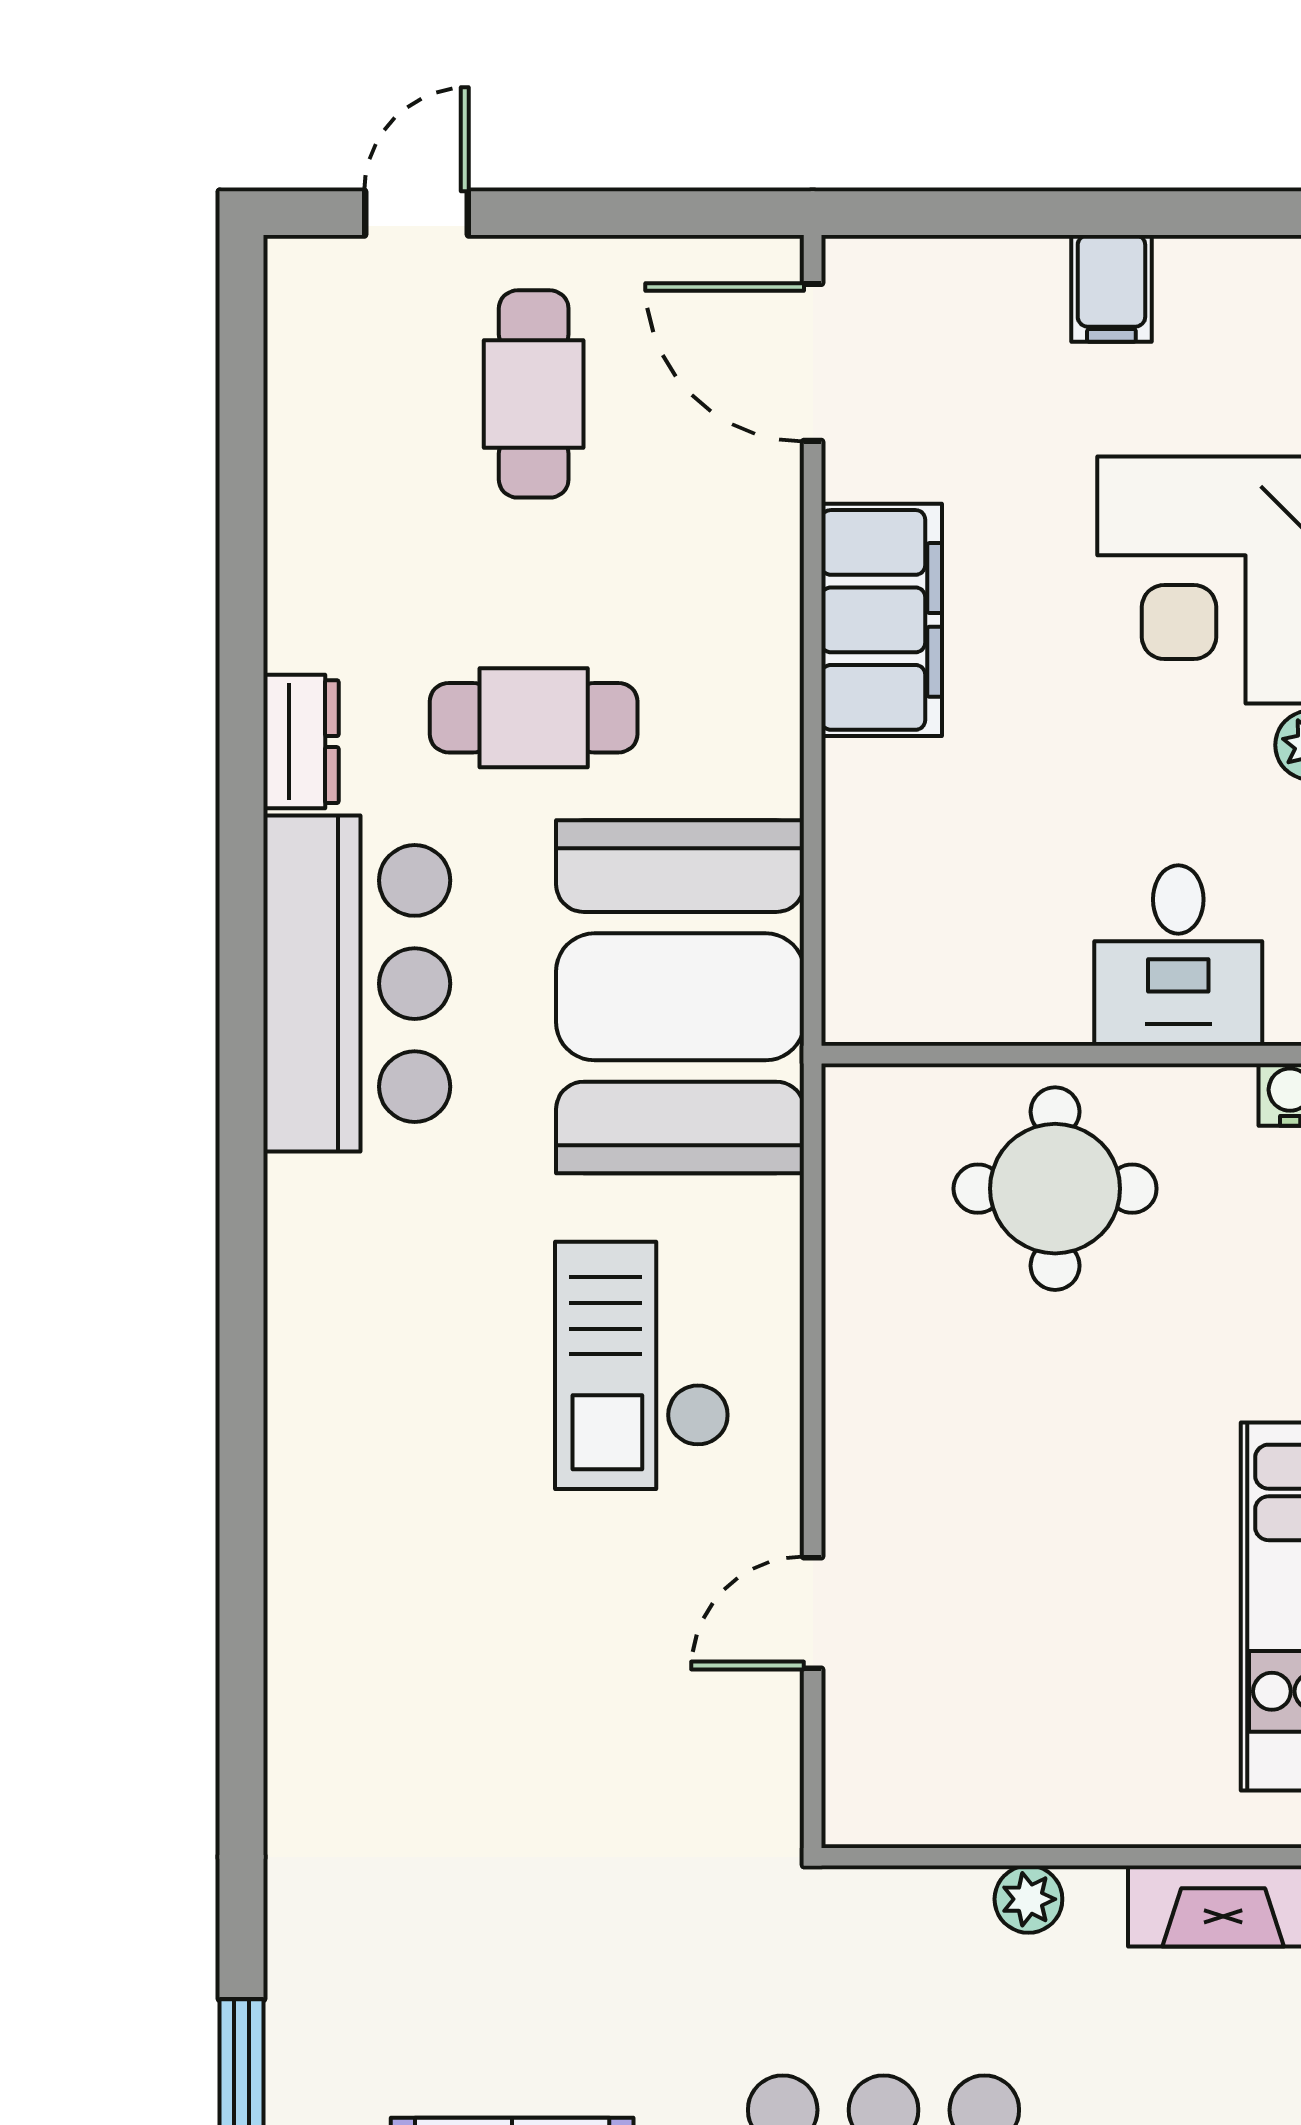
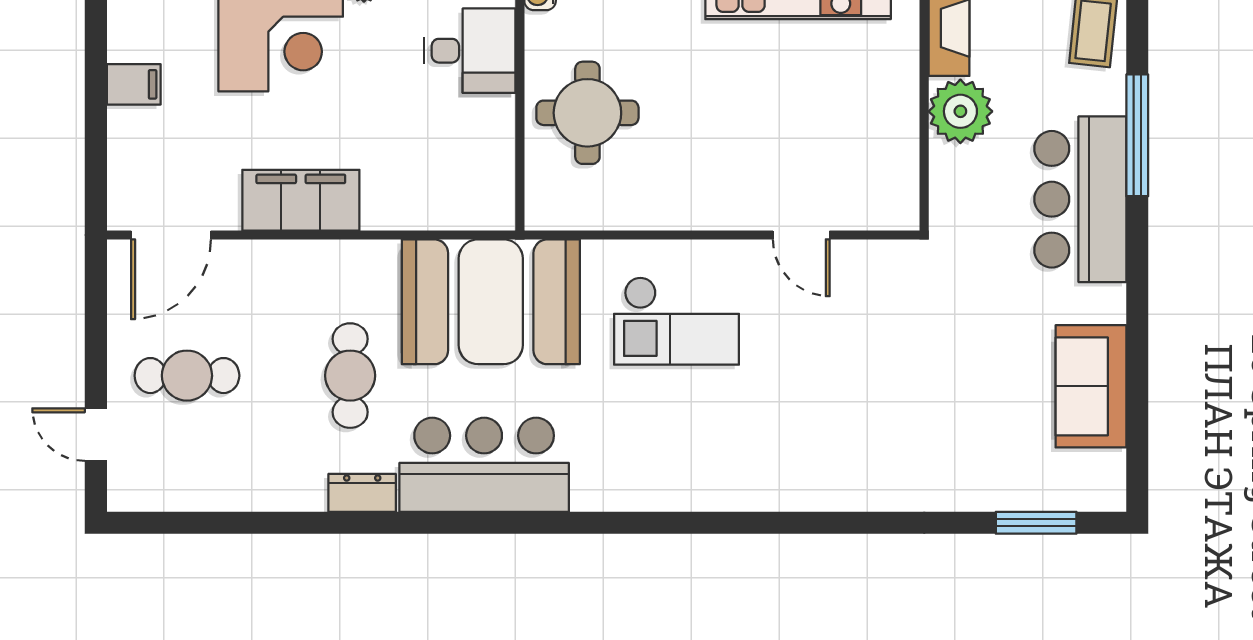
plant: (1028, 1899) -> (960, 111), width x1.87, depth x1.87

